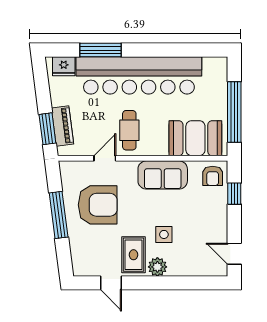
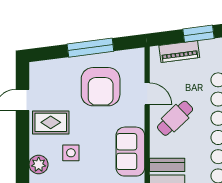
window: (47, 129) -> (199, 34), moved
cafe table: (129, 130) -> (175, 118), turned -44
plant: (157, 267) -> (39, 165), moved

